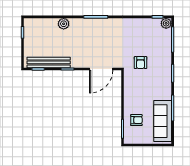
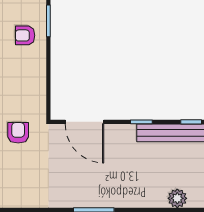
plant: (64, 24) -> (177, 198), moved
door: (101, 69) -> (84, 122), swing flipped

